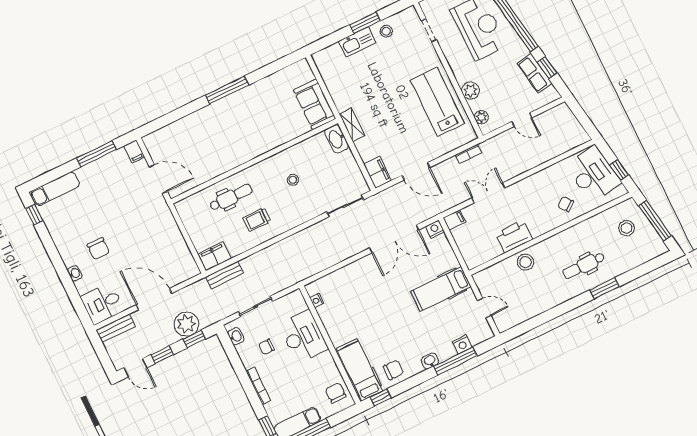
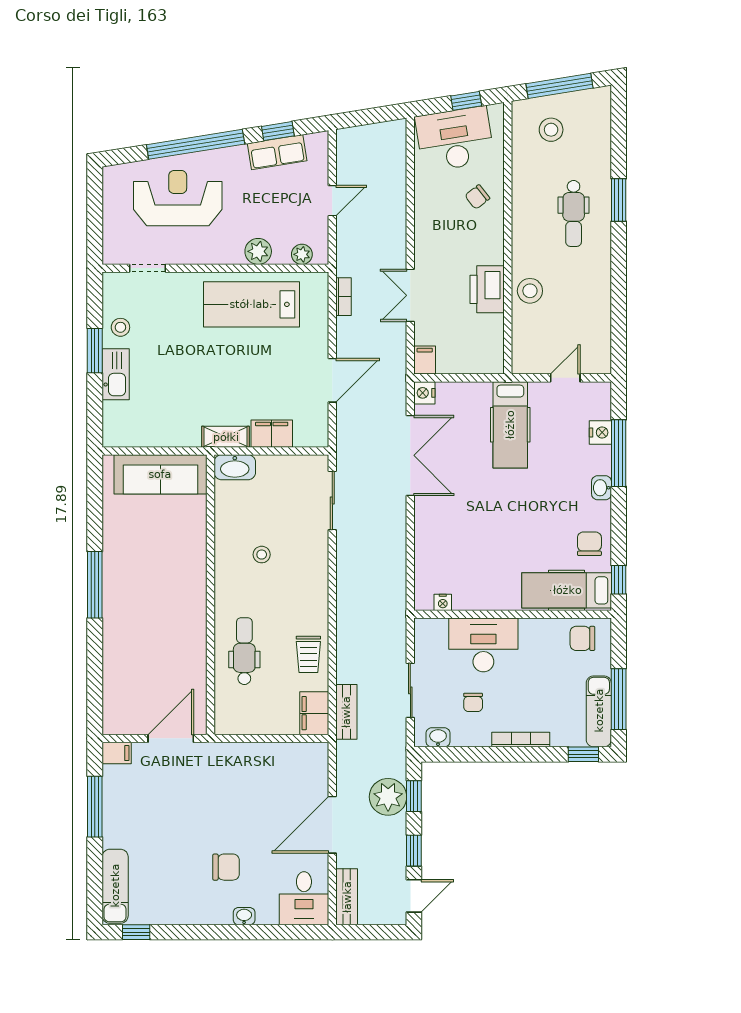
sofa: (315, 104) -> (160, 474), width x1.36
filing cabinet: (377, 172) -> (272, 434), moved
trolley: (257, 220) -> (308, 654), moved

